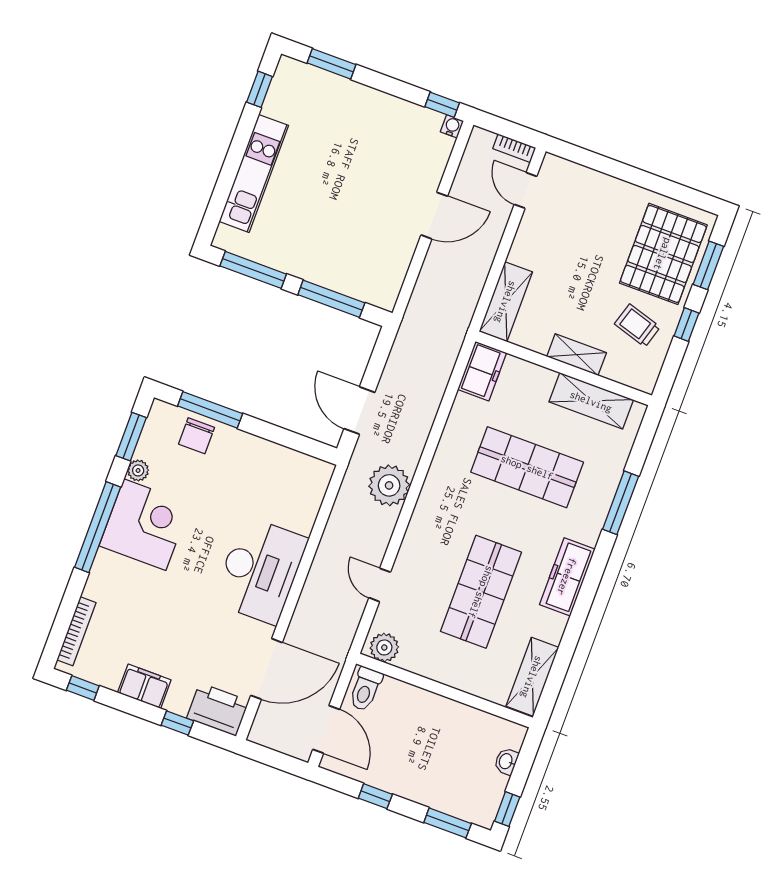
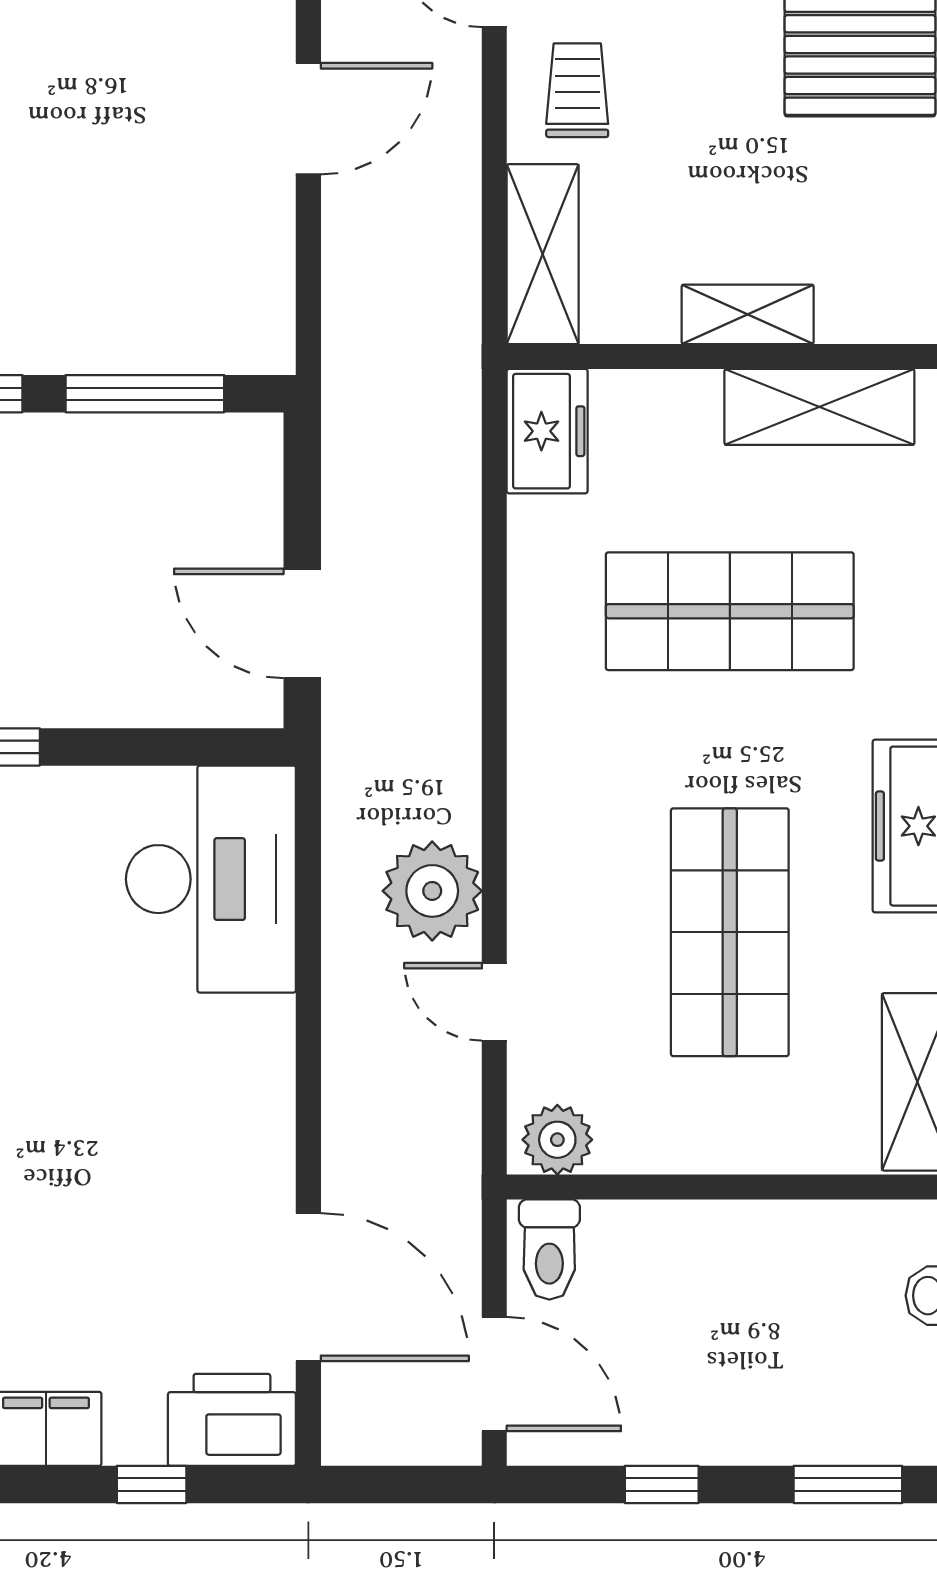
trolley: (637, 325) -> (577, 90), moved, turned 73
plant: (389, 485) -> (432, 891), moved
desk: (260, 570) -> (211, 879), moved
door: (267, 669) -> (308, 1287), hinge flipped

